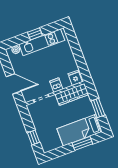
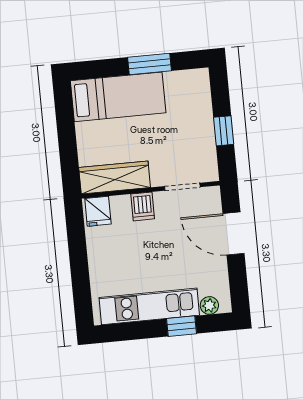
window: (35, 34) -> (181, 326), moved
window: (98, 108) -> (67, 134), removed
window: (34, 137) -> (224, 131), moved
window: (82, 143) -> (149, 64), moved

